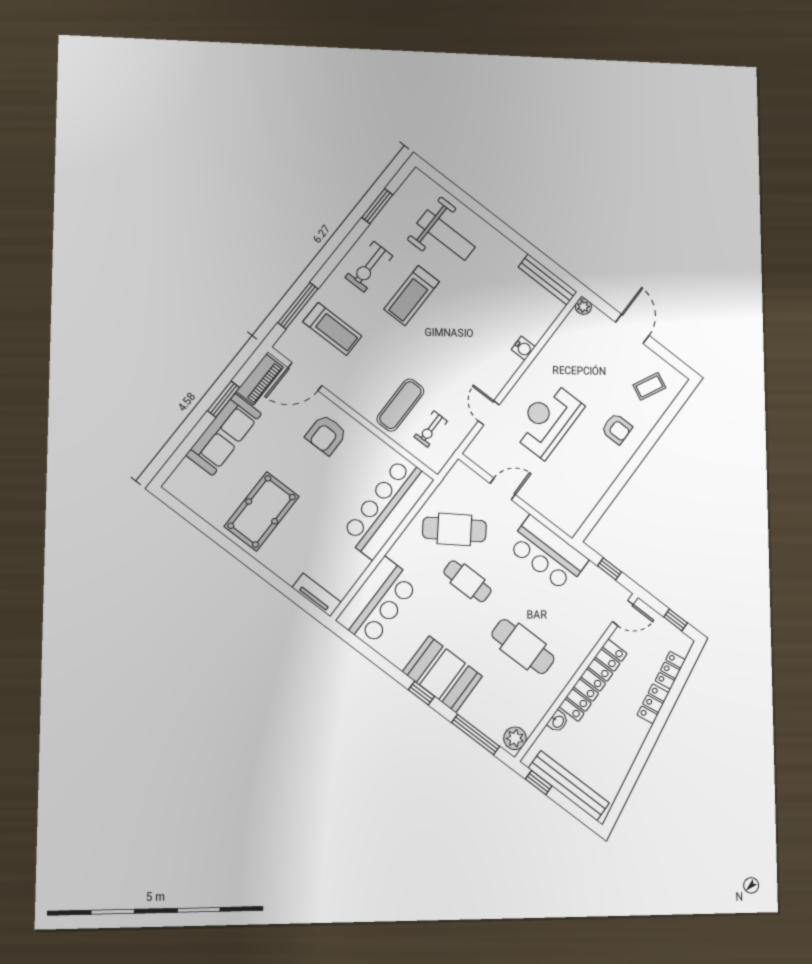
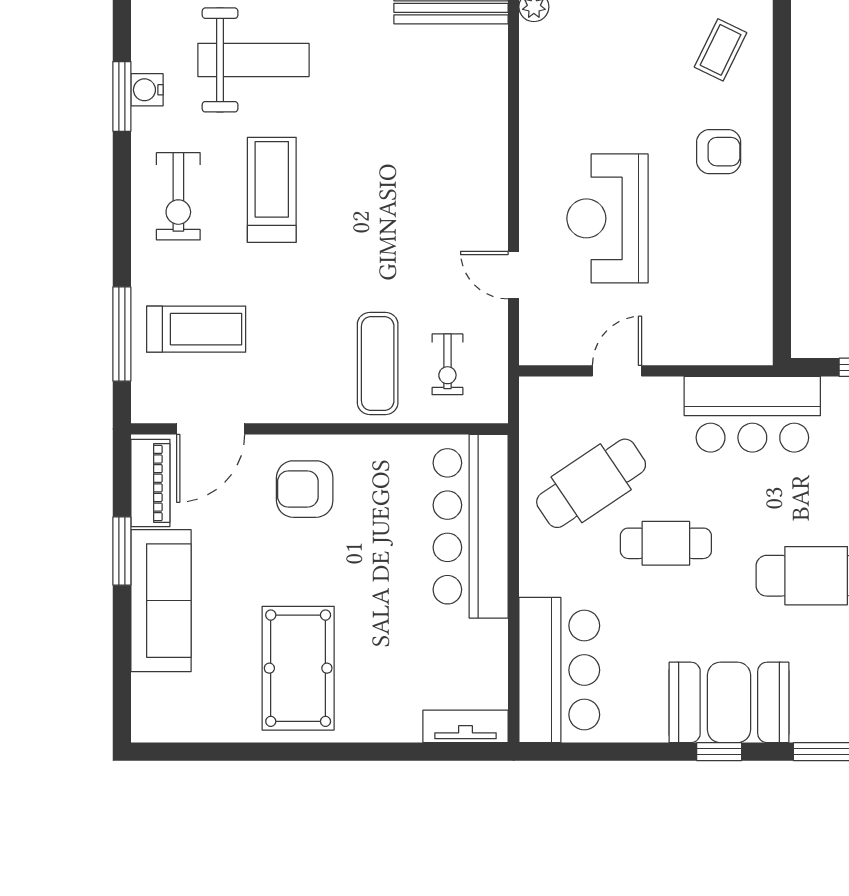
treadmill: (412, 295) -> (272, 190), turned 180
water cooler: (523, 348) -> (147, 90), moved, turned 180
armchair: (326, 435) -> (305, 489), turned 90

